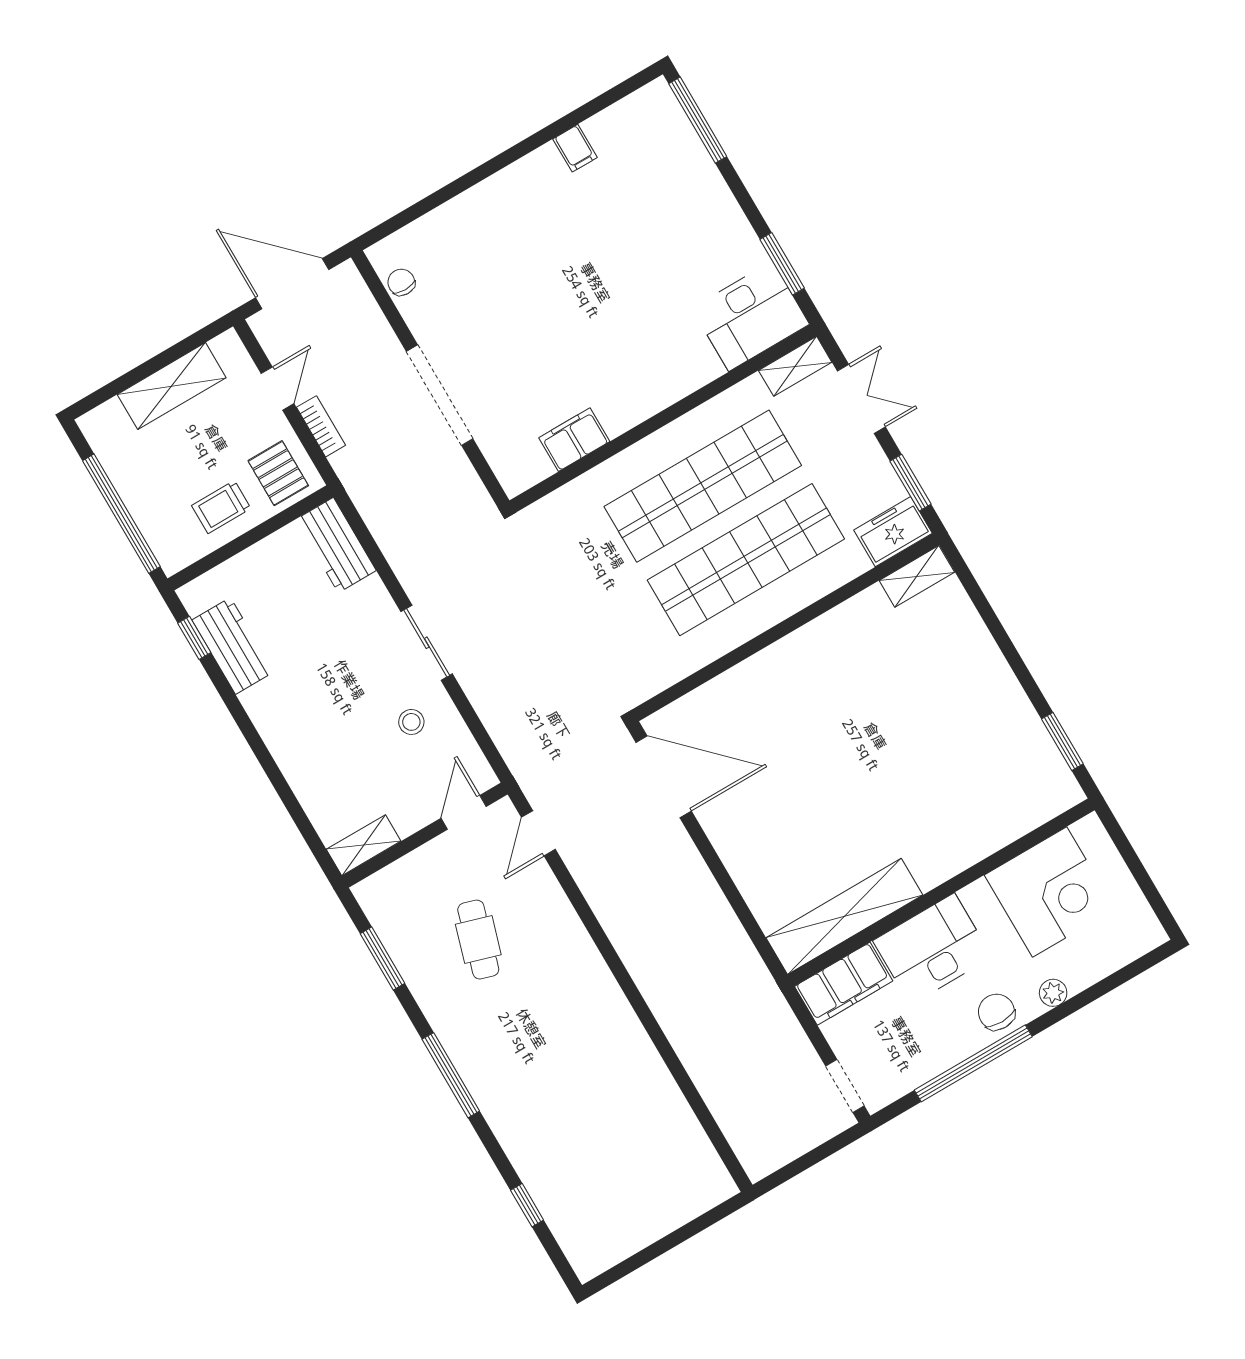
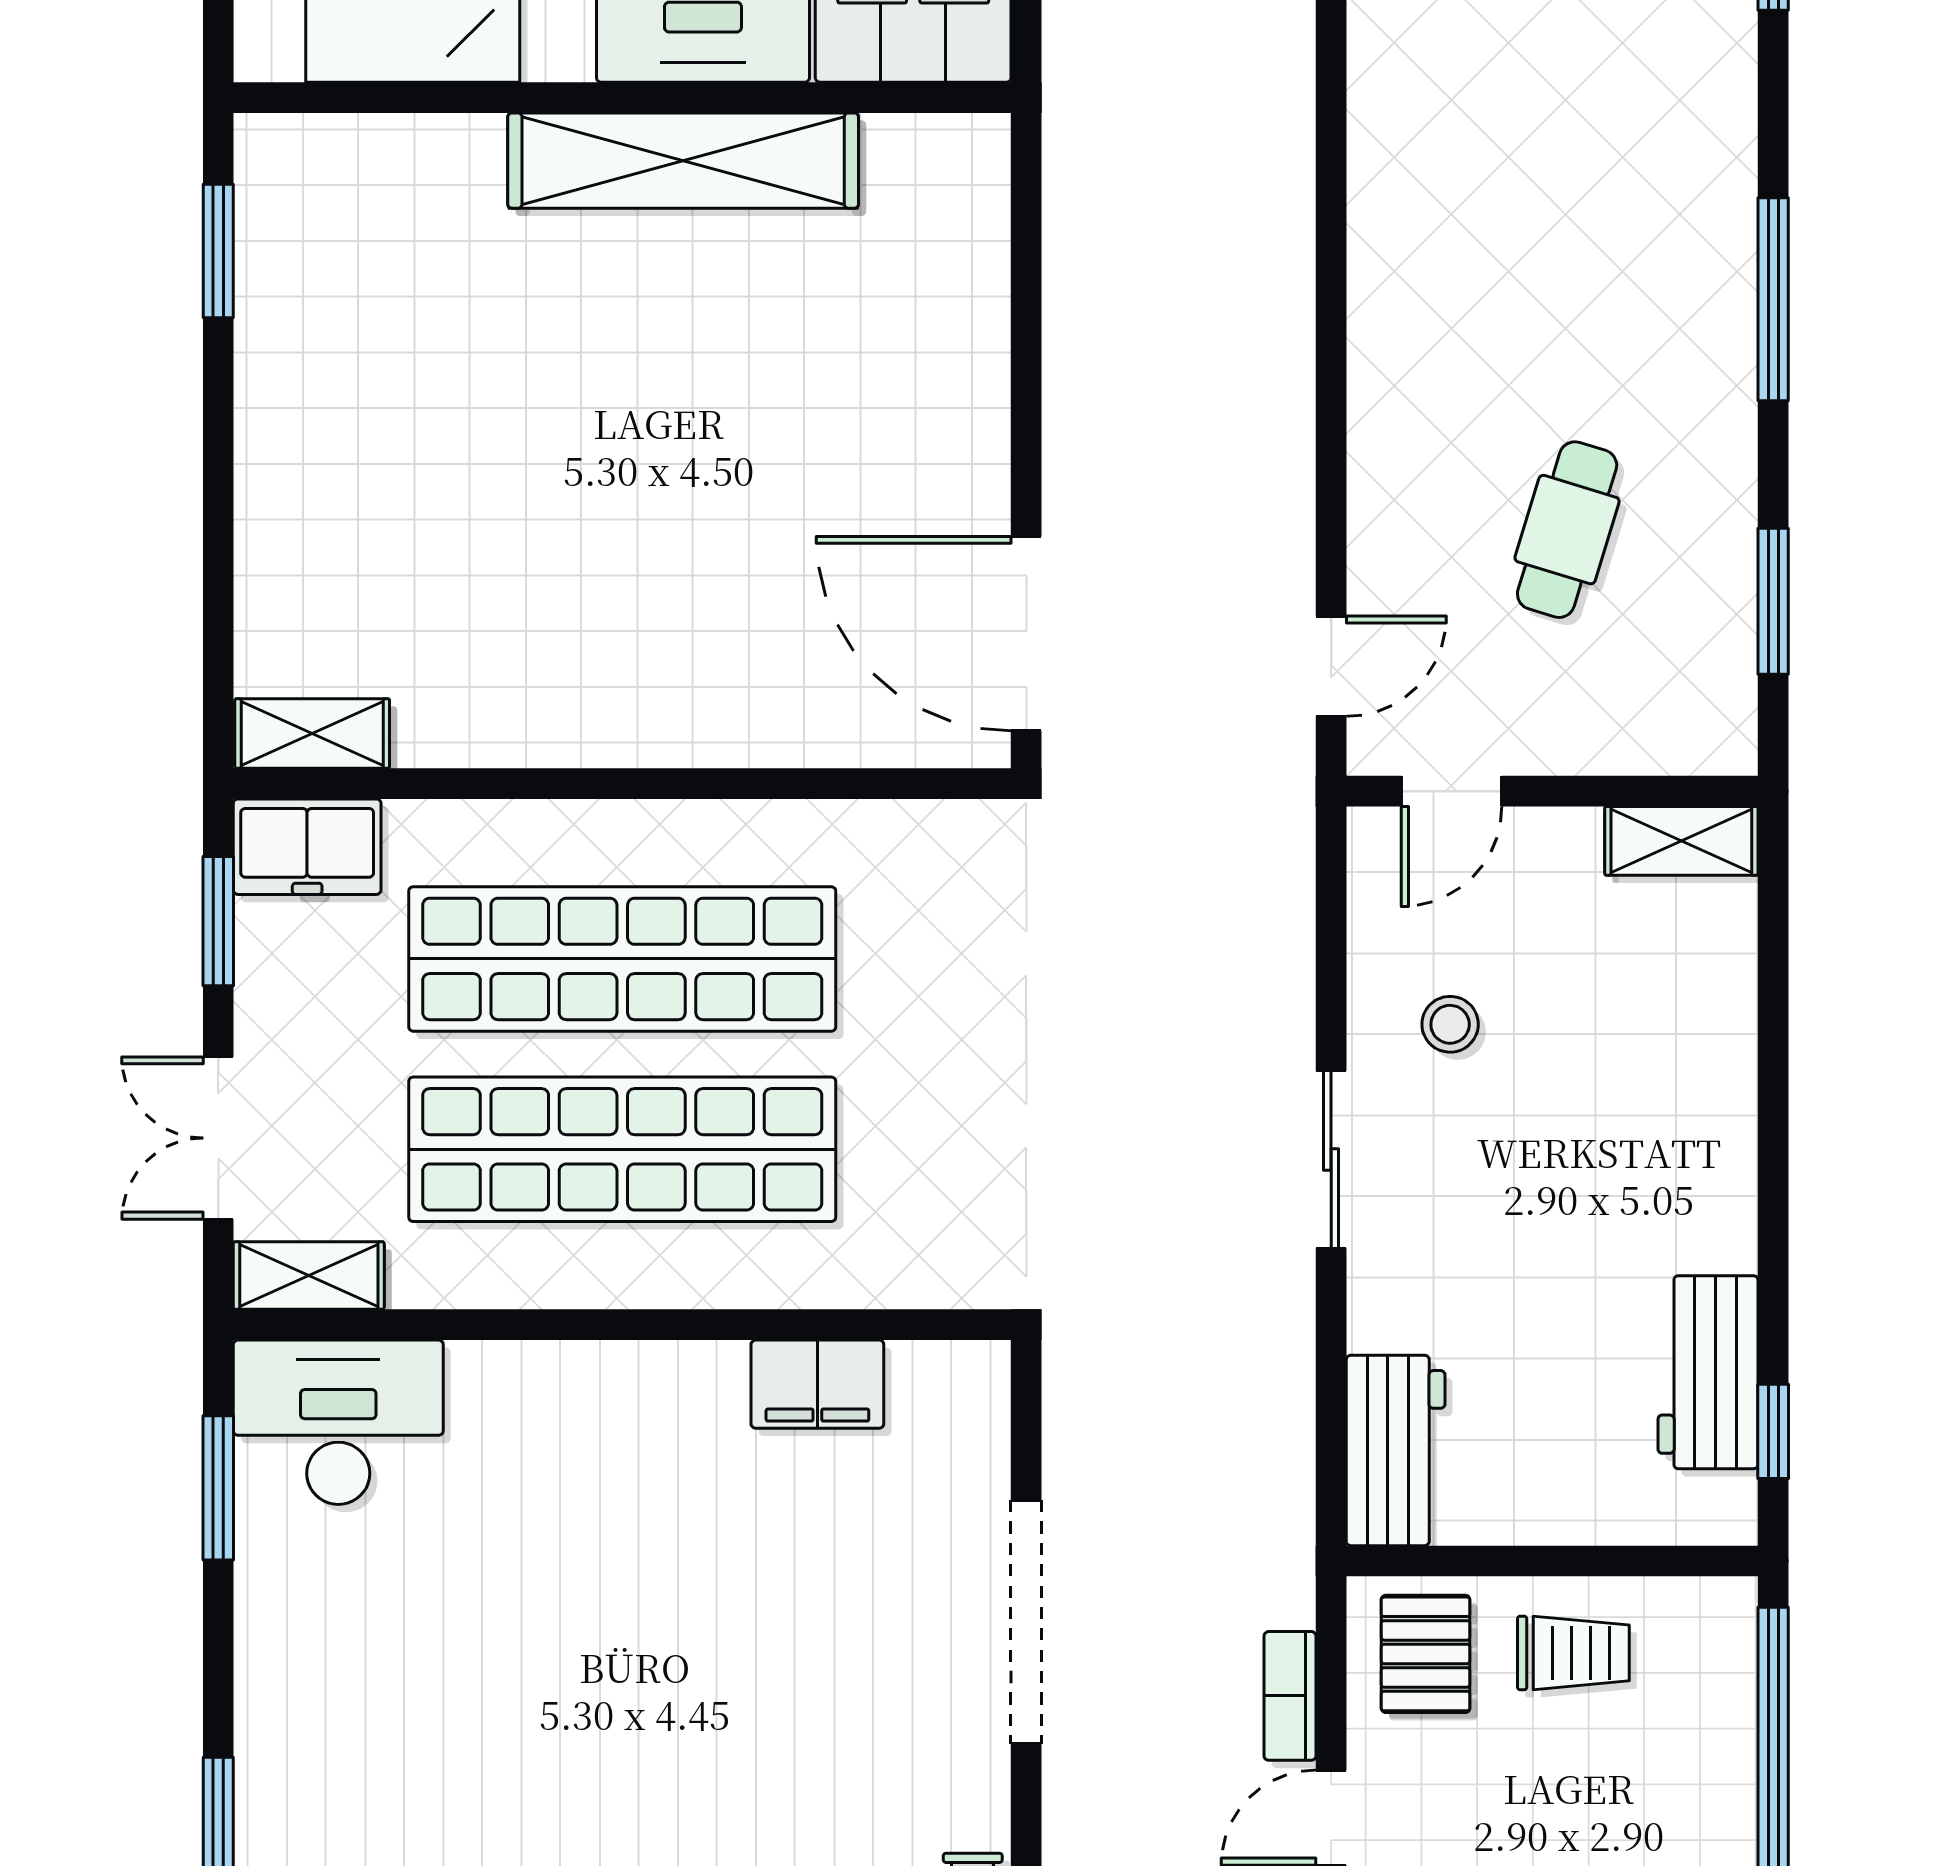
shelving: (844, 916) -> (683, 161), moved

